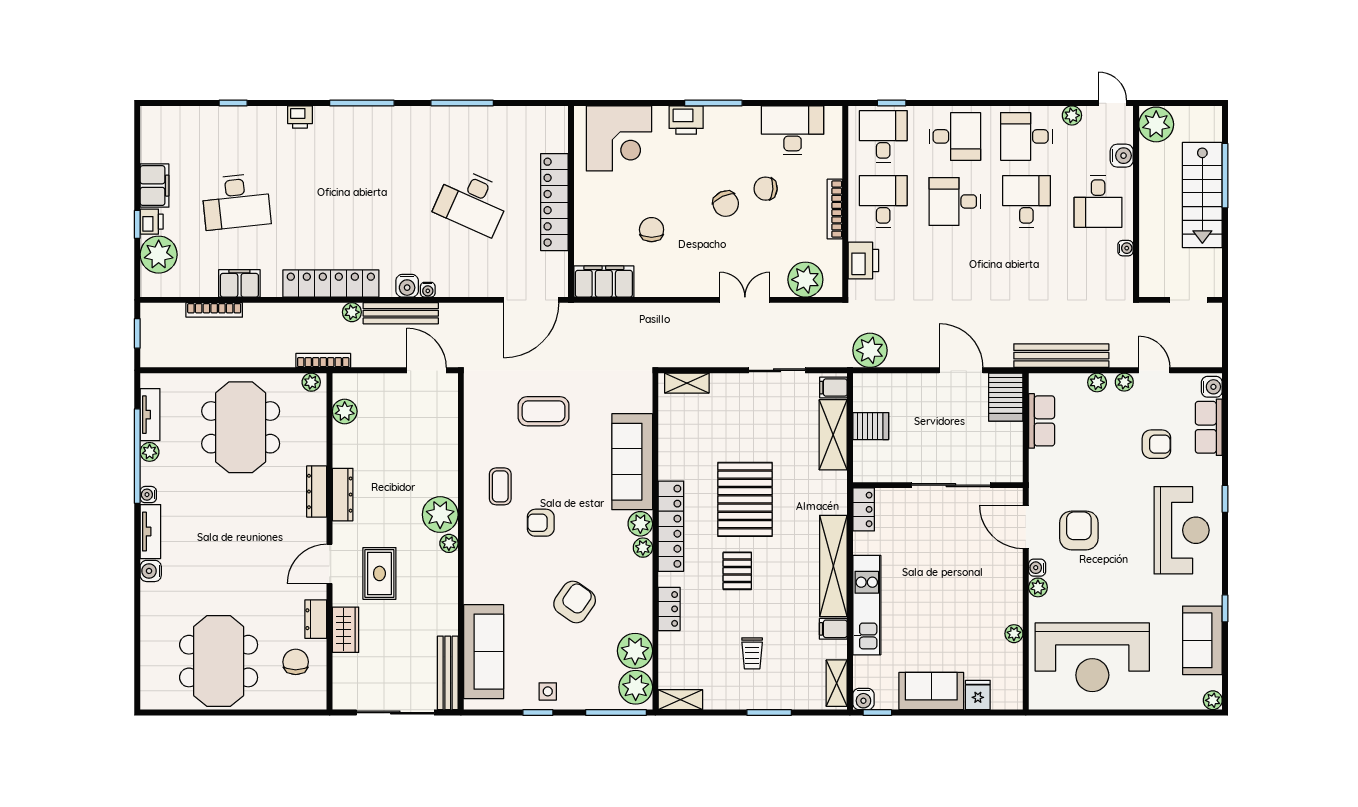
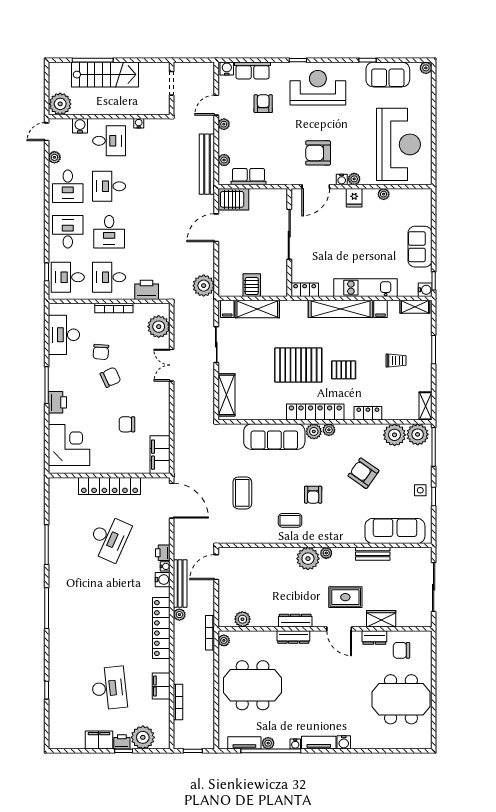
printer: (300, 117) -> (163, 553), moved, turned 180
plant: (1097, 382) -> (224, 160), moved
shelving: (687, 383) -> (227, 395), width x1.50, depth x1.33
bench: (448, 673) -> (373, 554), moved, width x0.73
fridge: (978, 695) -> (354, 198), moved, turned -90

